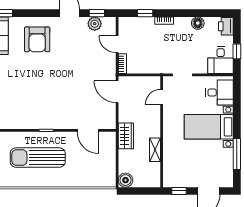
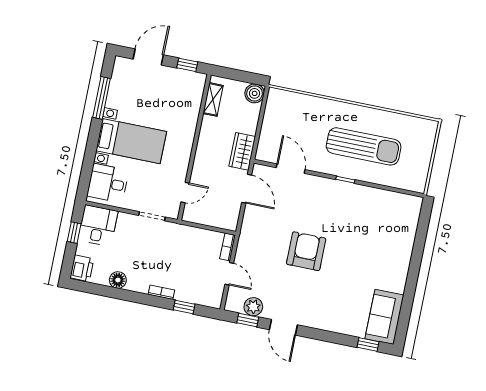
armchair: (37, 39) -> (306, 251), moved
door: (117, 92) -> (247, 189), moved
shelving: (155, 150) -> (213, 99), moved

